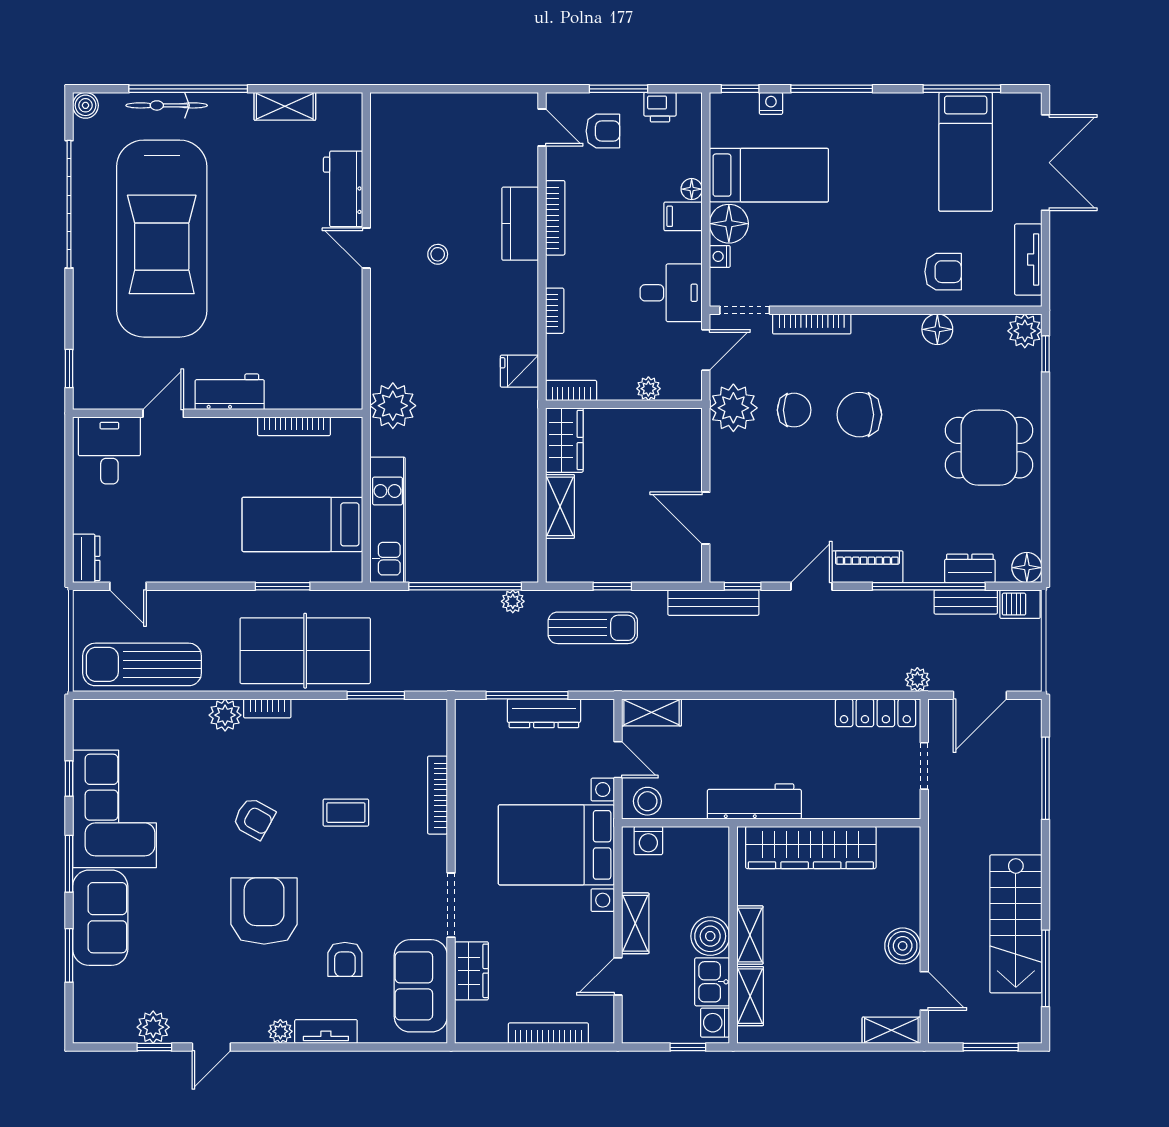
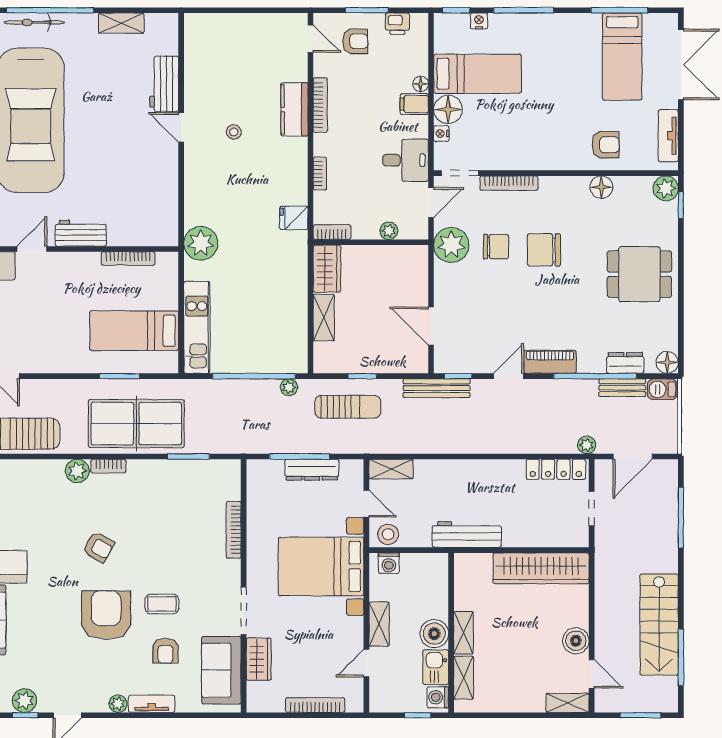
coffee table: (346, 813) -> (162, 604), moved
wardrobe: (811, 847) -> (541, 568), moved

